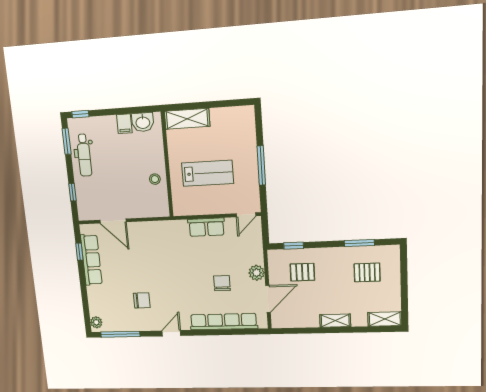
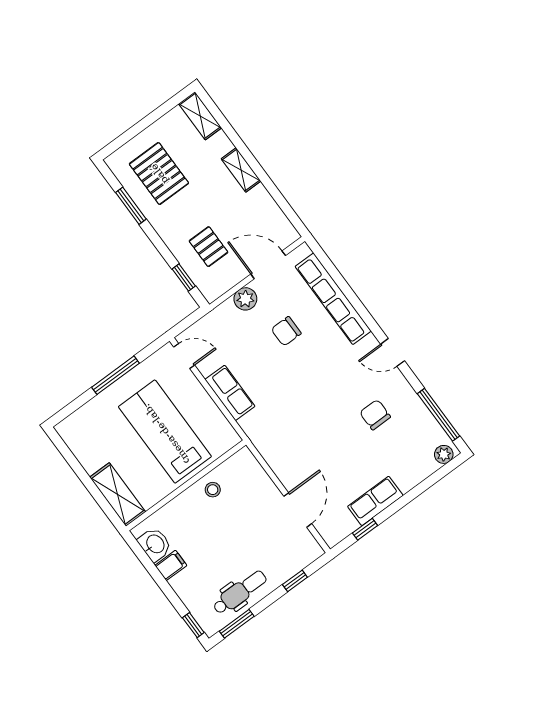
lab bench: (208, 173) -> (165, 432), width x1.36, depth x1.39
row of seats: (91, 260) -> (375, 501), width x0.68
pallet: (367, 272) -> (159, 174), width x1.50, depth x1.42

